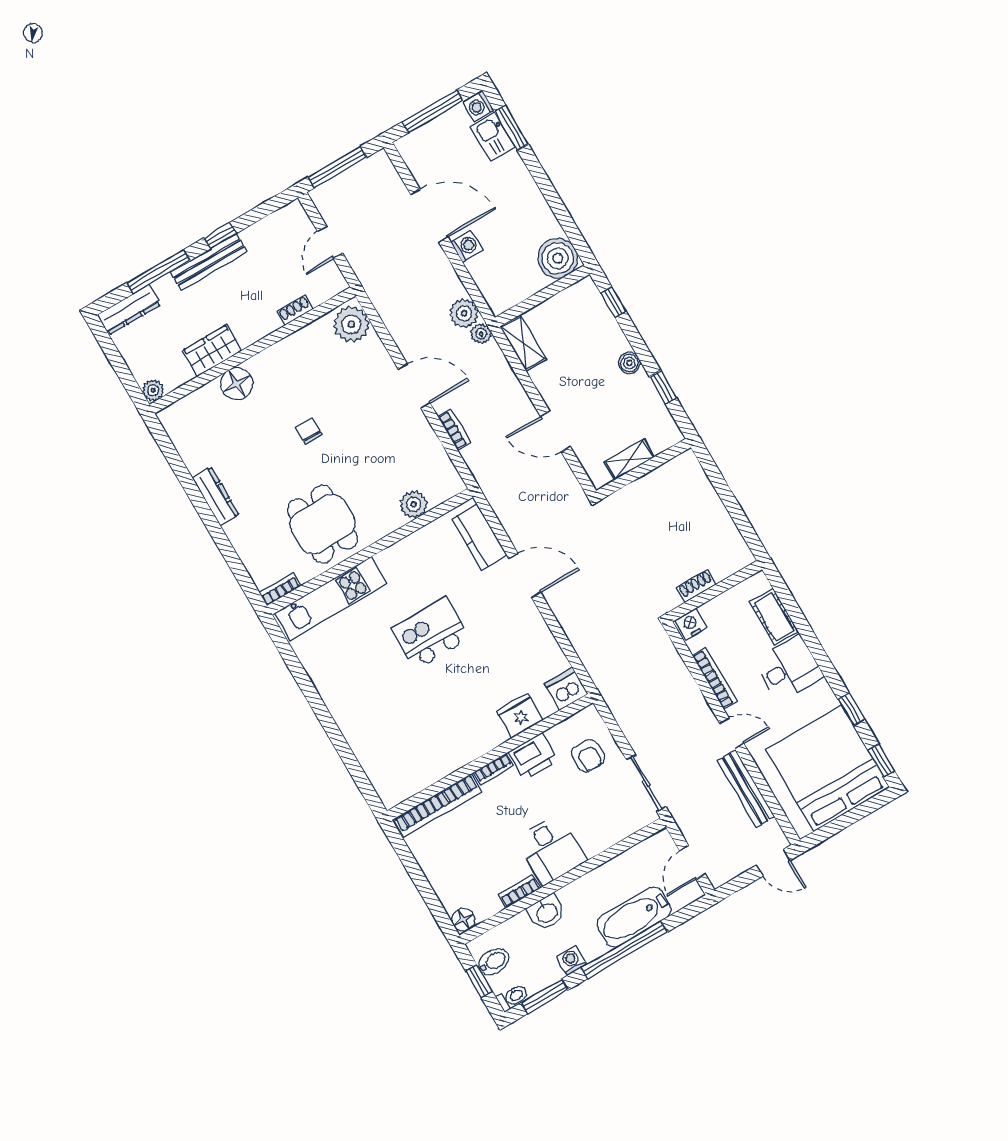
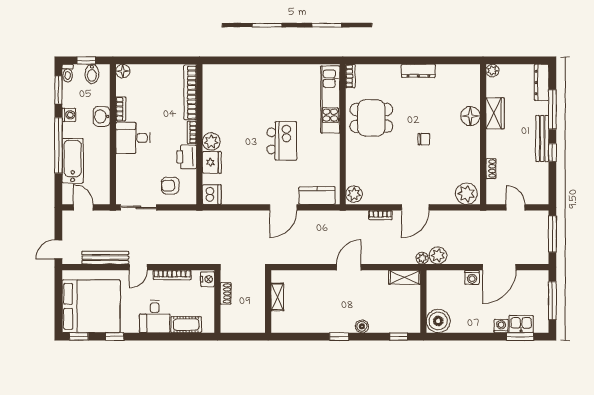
washing machine: (479, 106) -> (501, 326), moved
shelving: (629, 460) -> (277, 297), moved
wall: (643, 469) -> (268, 301), moved
plant: (414, 504) -> (354, 194), moved
plant: (490, 734) -> (211, 141), added

